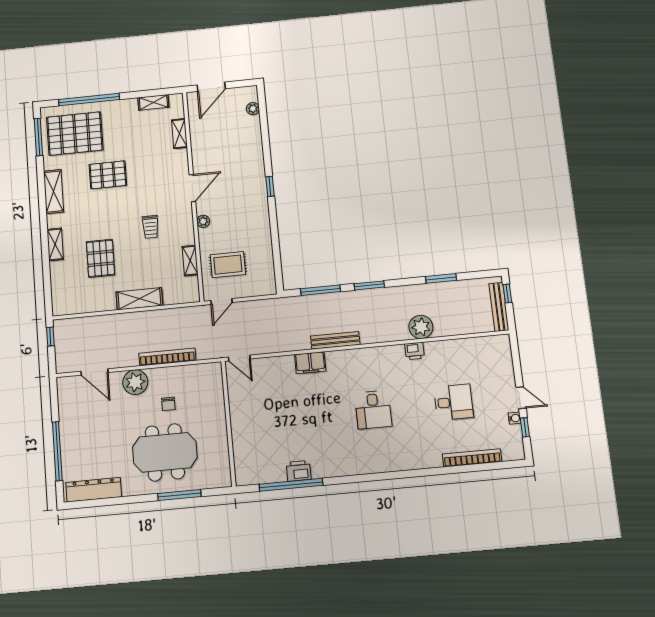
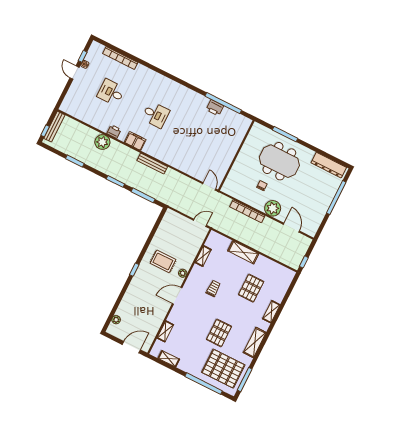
pallet: (108, 175) -> (219, 333), turned 90
rug: (228, 265) -> (163, 261), moved
filing cabinet: (310, 363) -> (135, 141), moved
desk: (373, 410) -> (156, 115), turned 90

